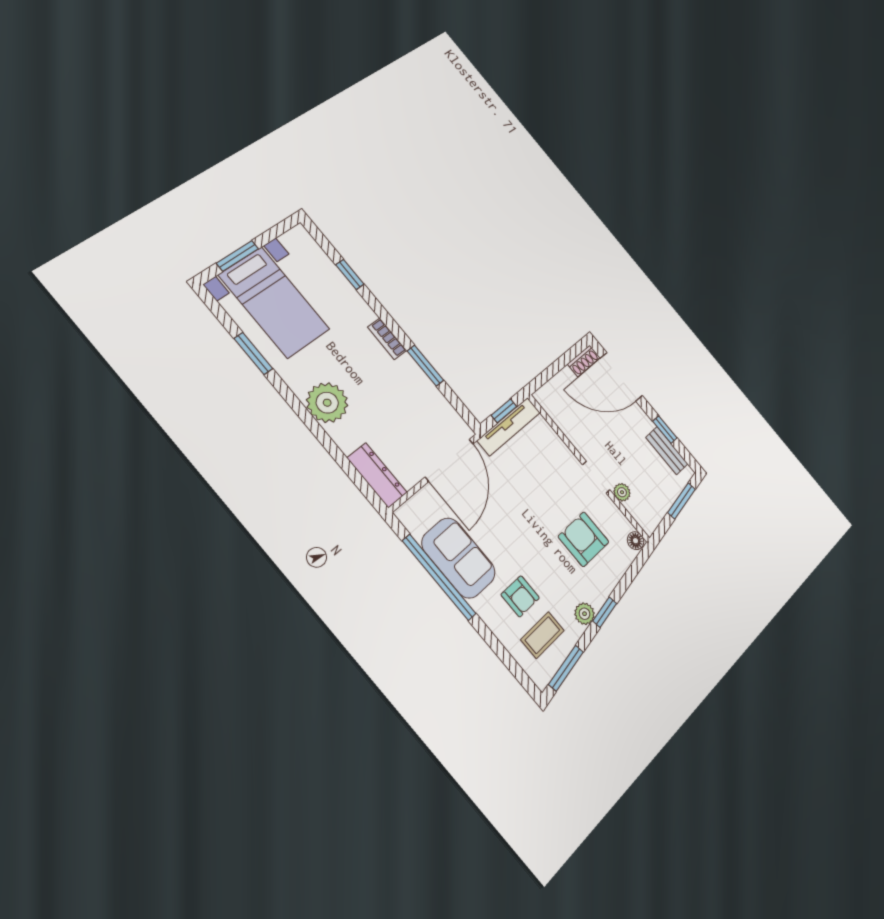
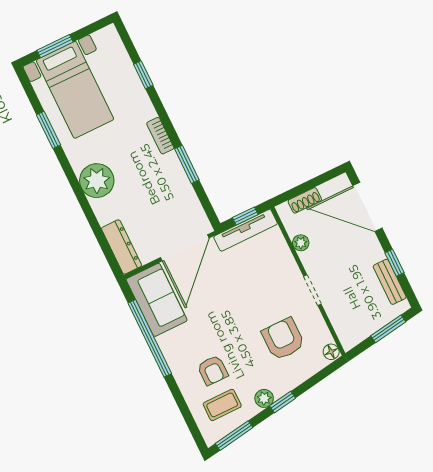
shoe rack: (584, 361) -> (305, 200), moved
plant: (622, 492) -> (301, 243), moved
sofa: (459, 558) -> (157, 300), moved

